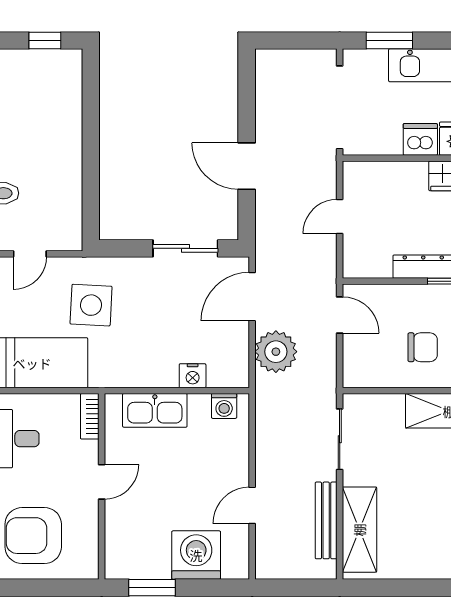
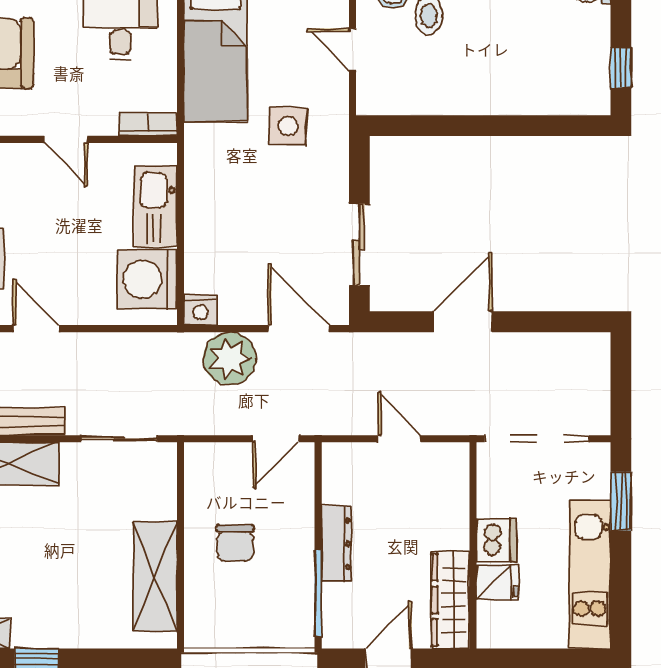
side table: (91, 305) -> (288, 126), width x0.73, depth x0.73
nightstand: (193, 376) -> (201, 310), moved, turned -90
washing machine: (224, 406) -> (147, 279), width x1.89, depth x1.89

